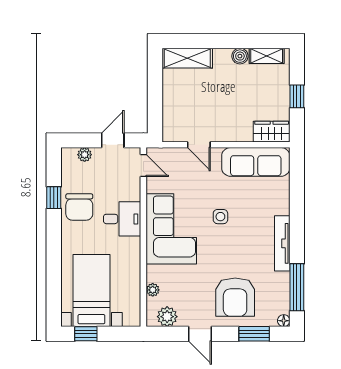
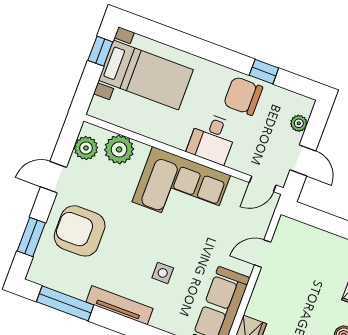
side table: (220, 217) -> (163, 273), moved
plant: (153, 290) -> (119, 149), width x1.87, depth x1.87
floor lamp: (284, 321) -> (34, 275), removed

